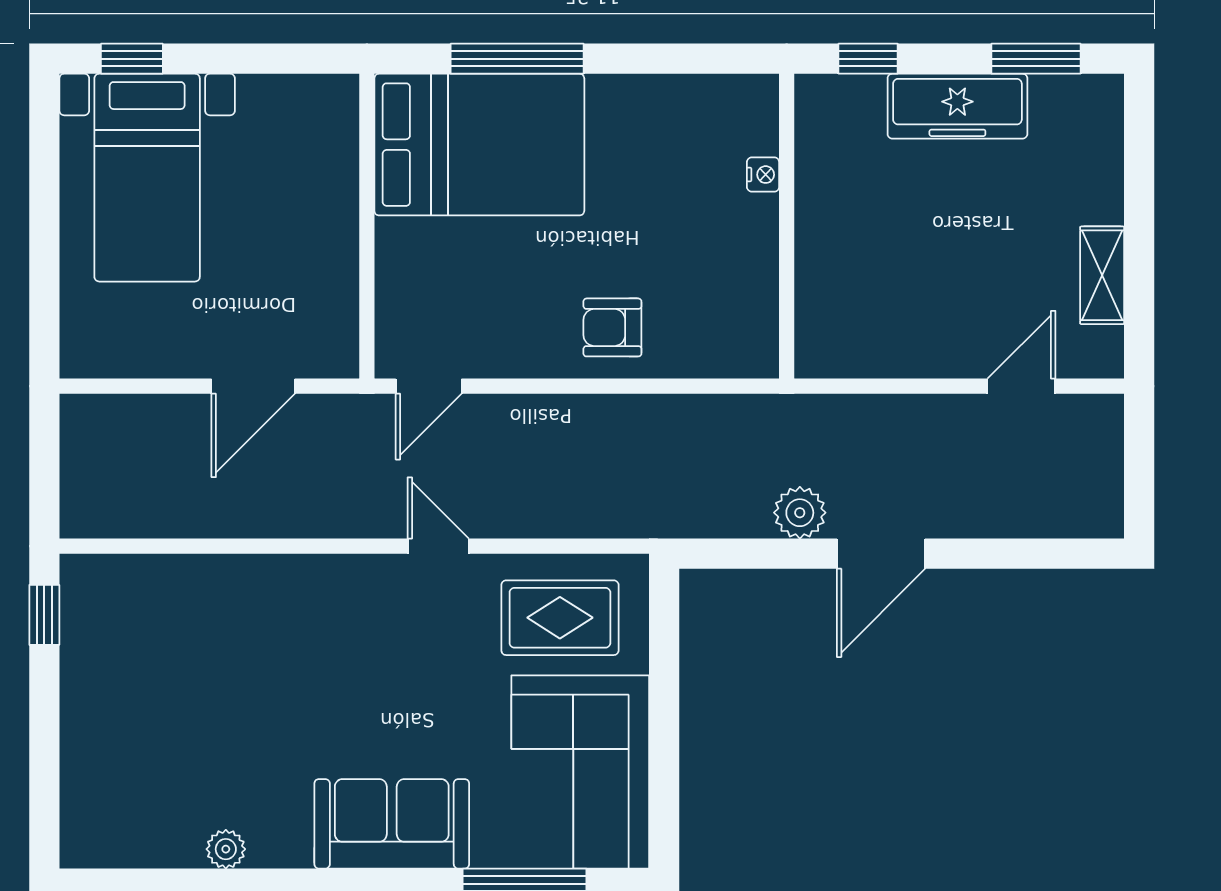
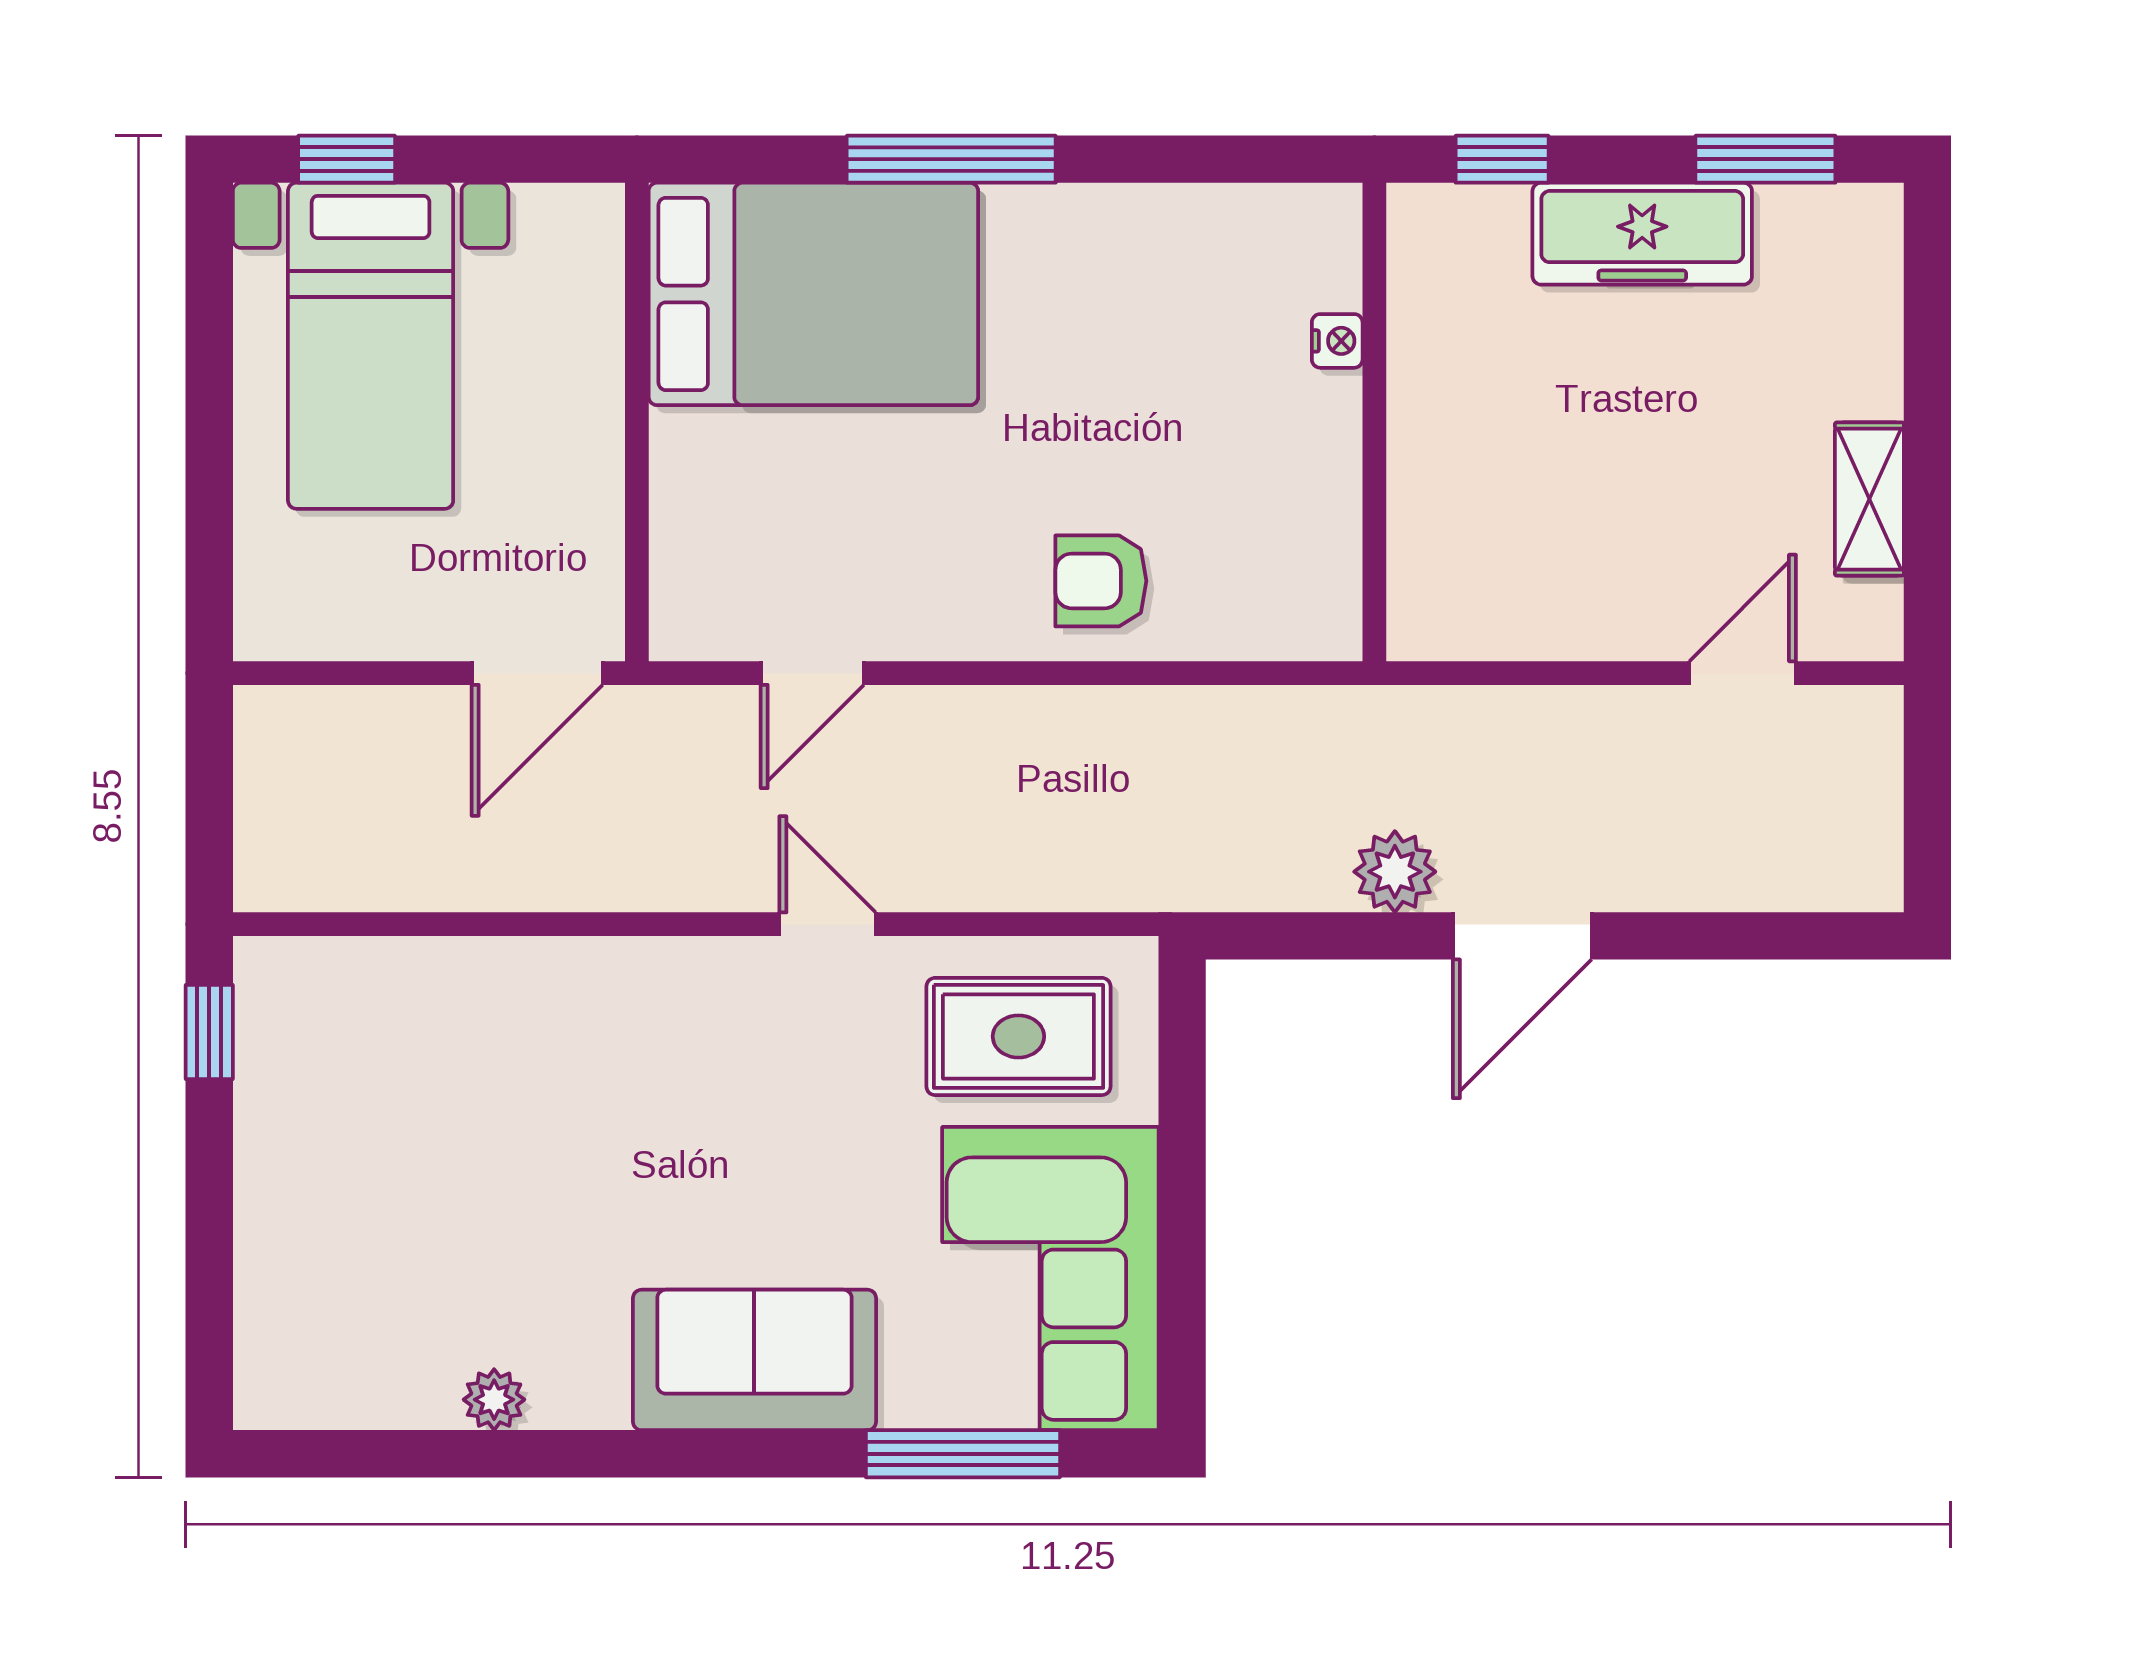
bed: (479, 145) -> (813, 294), moved
wall: (367, 226) -> (637, 422), moved

